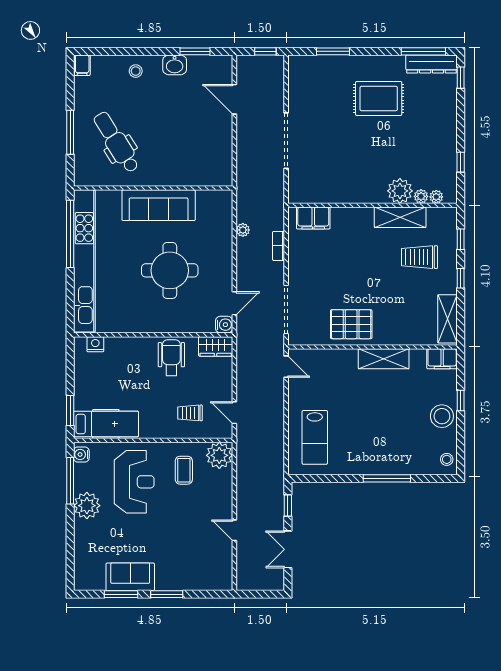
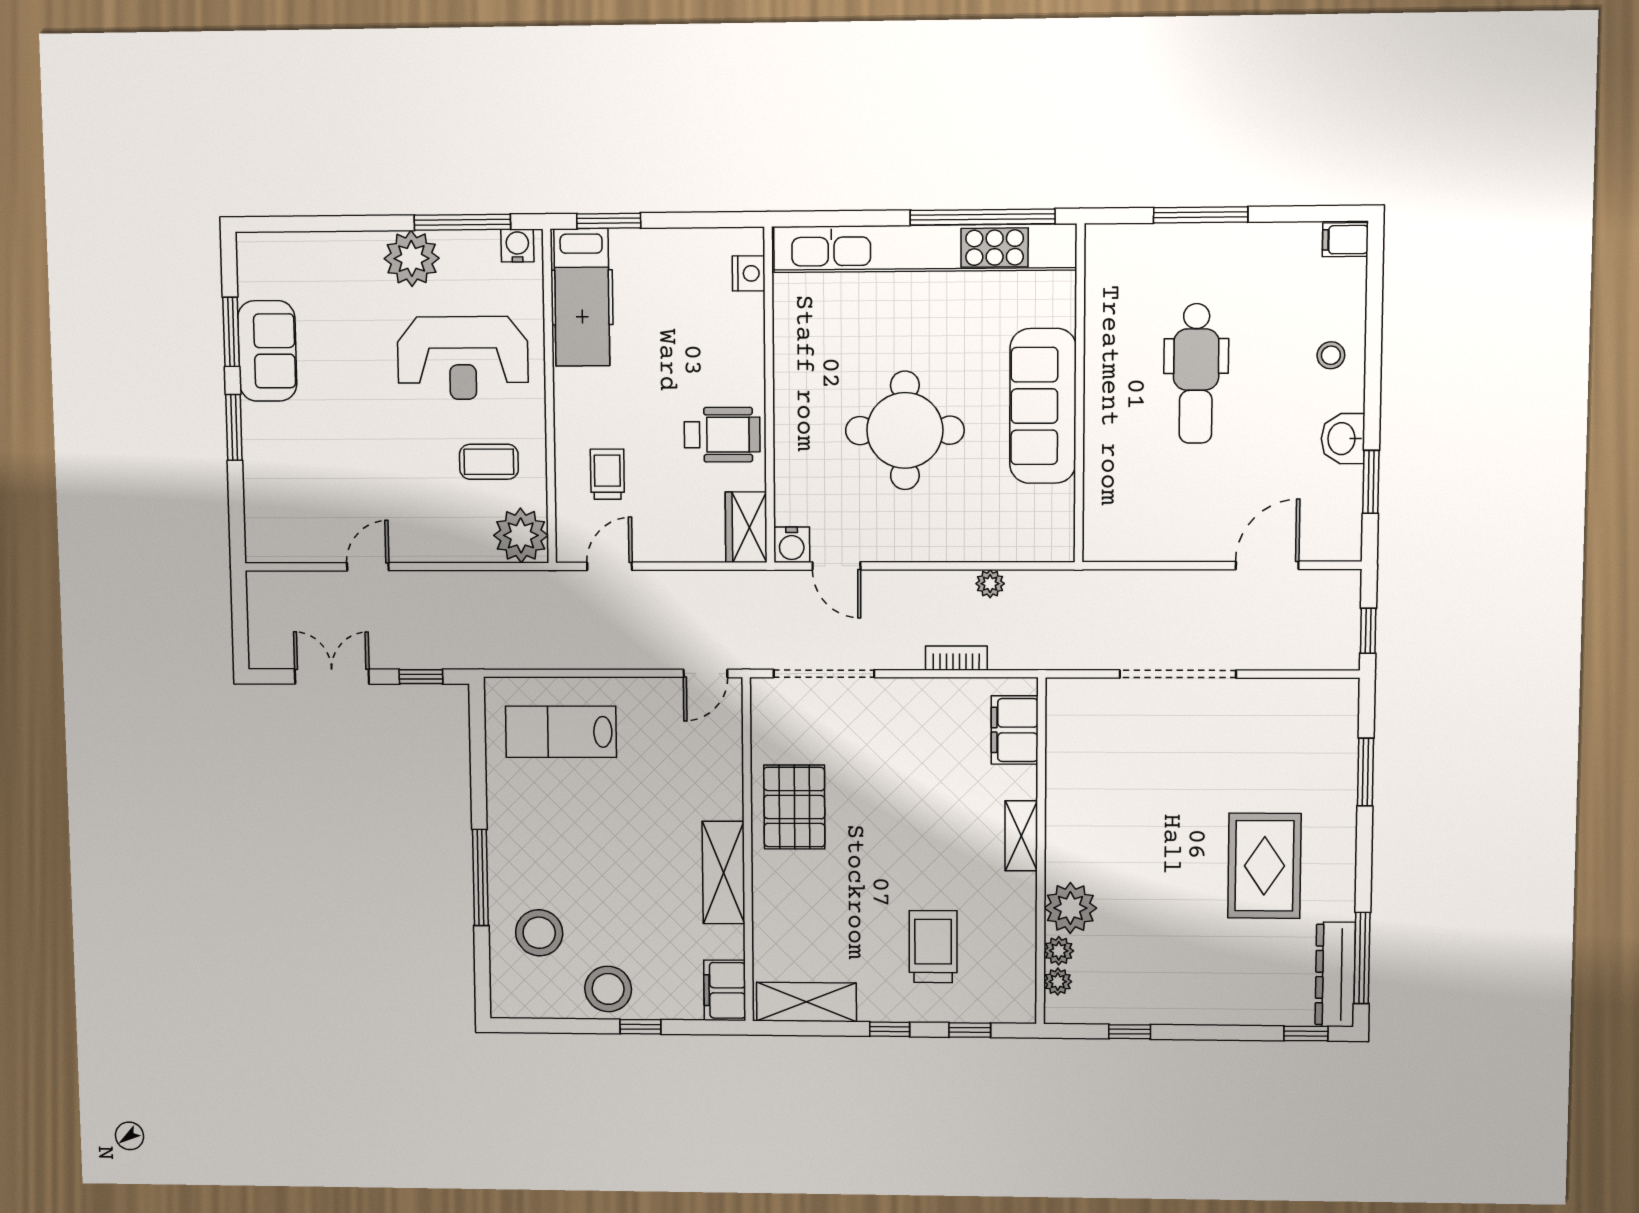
dental chair: (116, 142) -> (1196, 373), moved, turned 122
shelving: (400, 217) -> (1021, 836), moved, width x0.67, depth x0.75
stool: (447, 459) -> (539, 933), moved, width x1.89, depth x1.89

